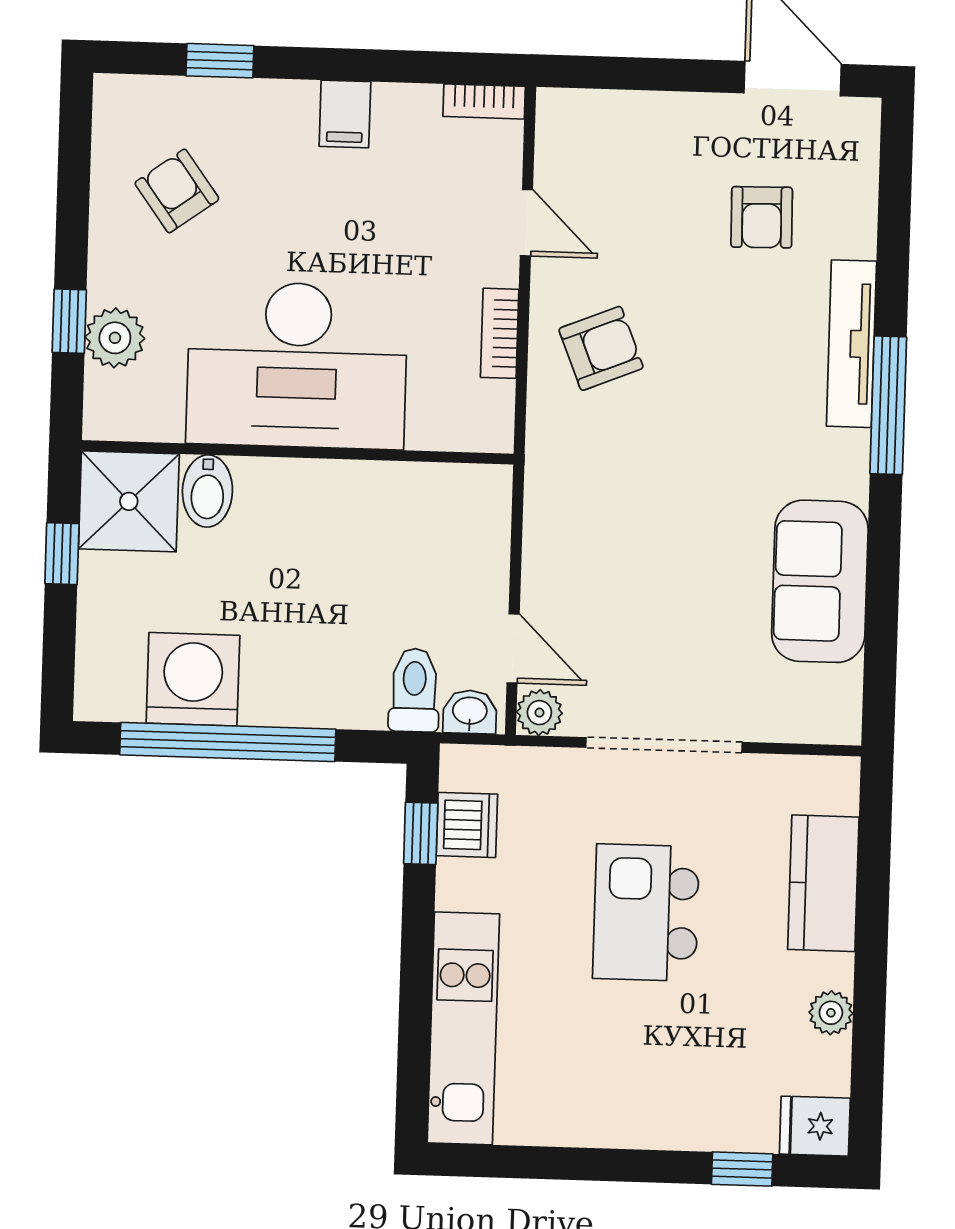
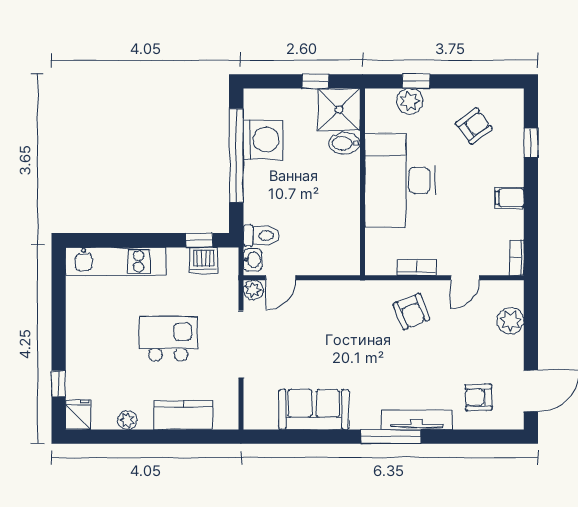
plant: (630, 120) -> (511, 321), added
armchair: (762, 217) -> (479, 397), moved

